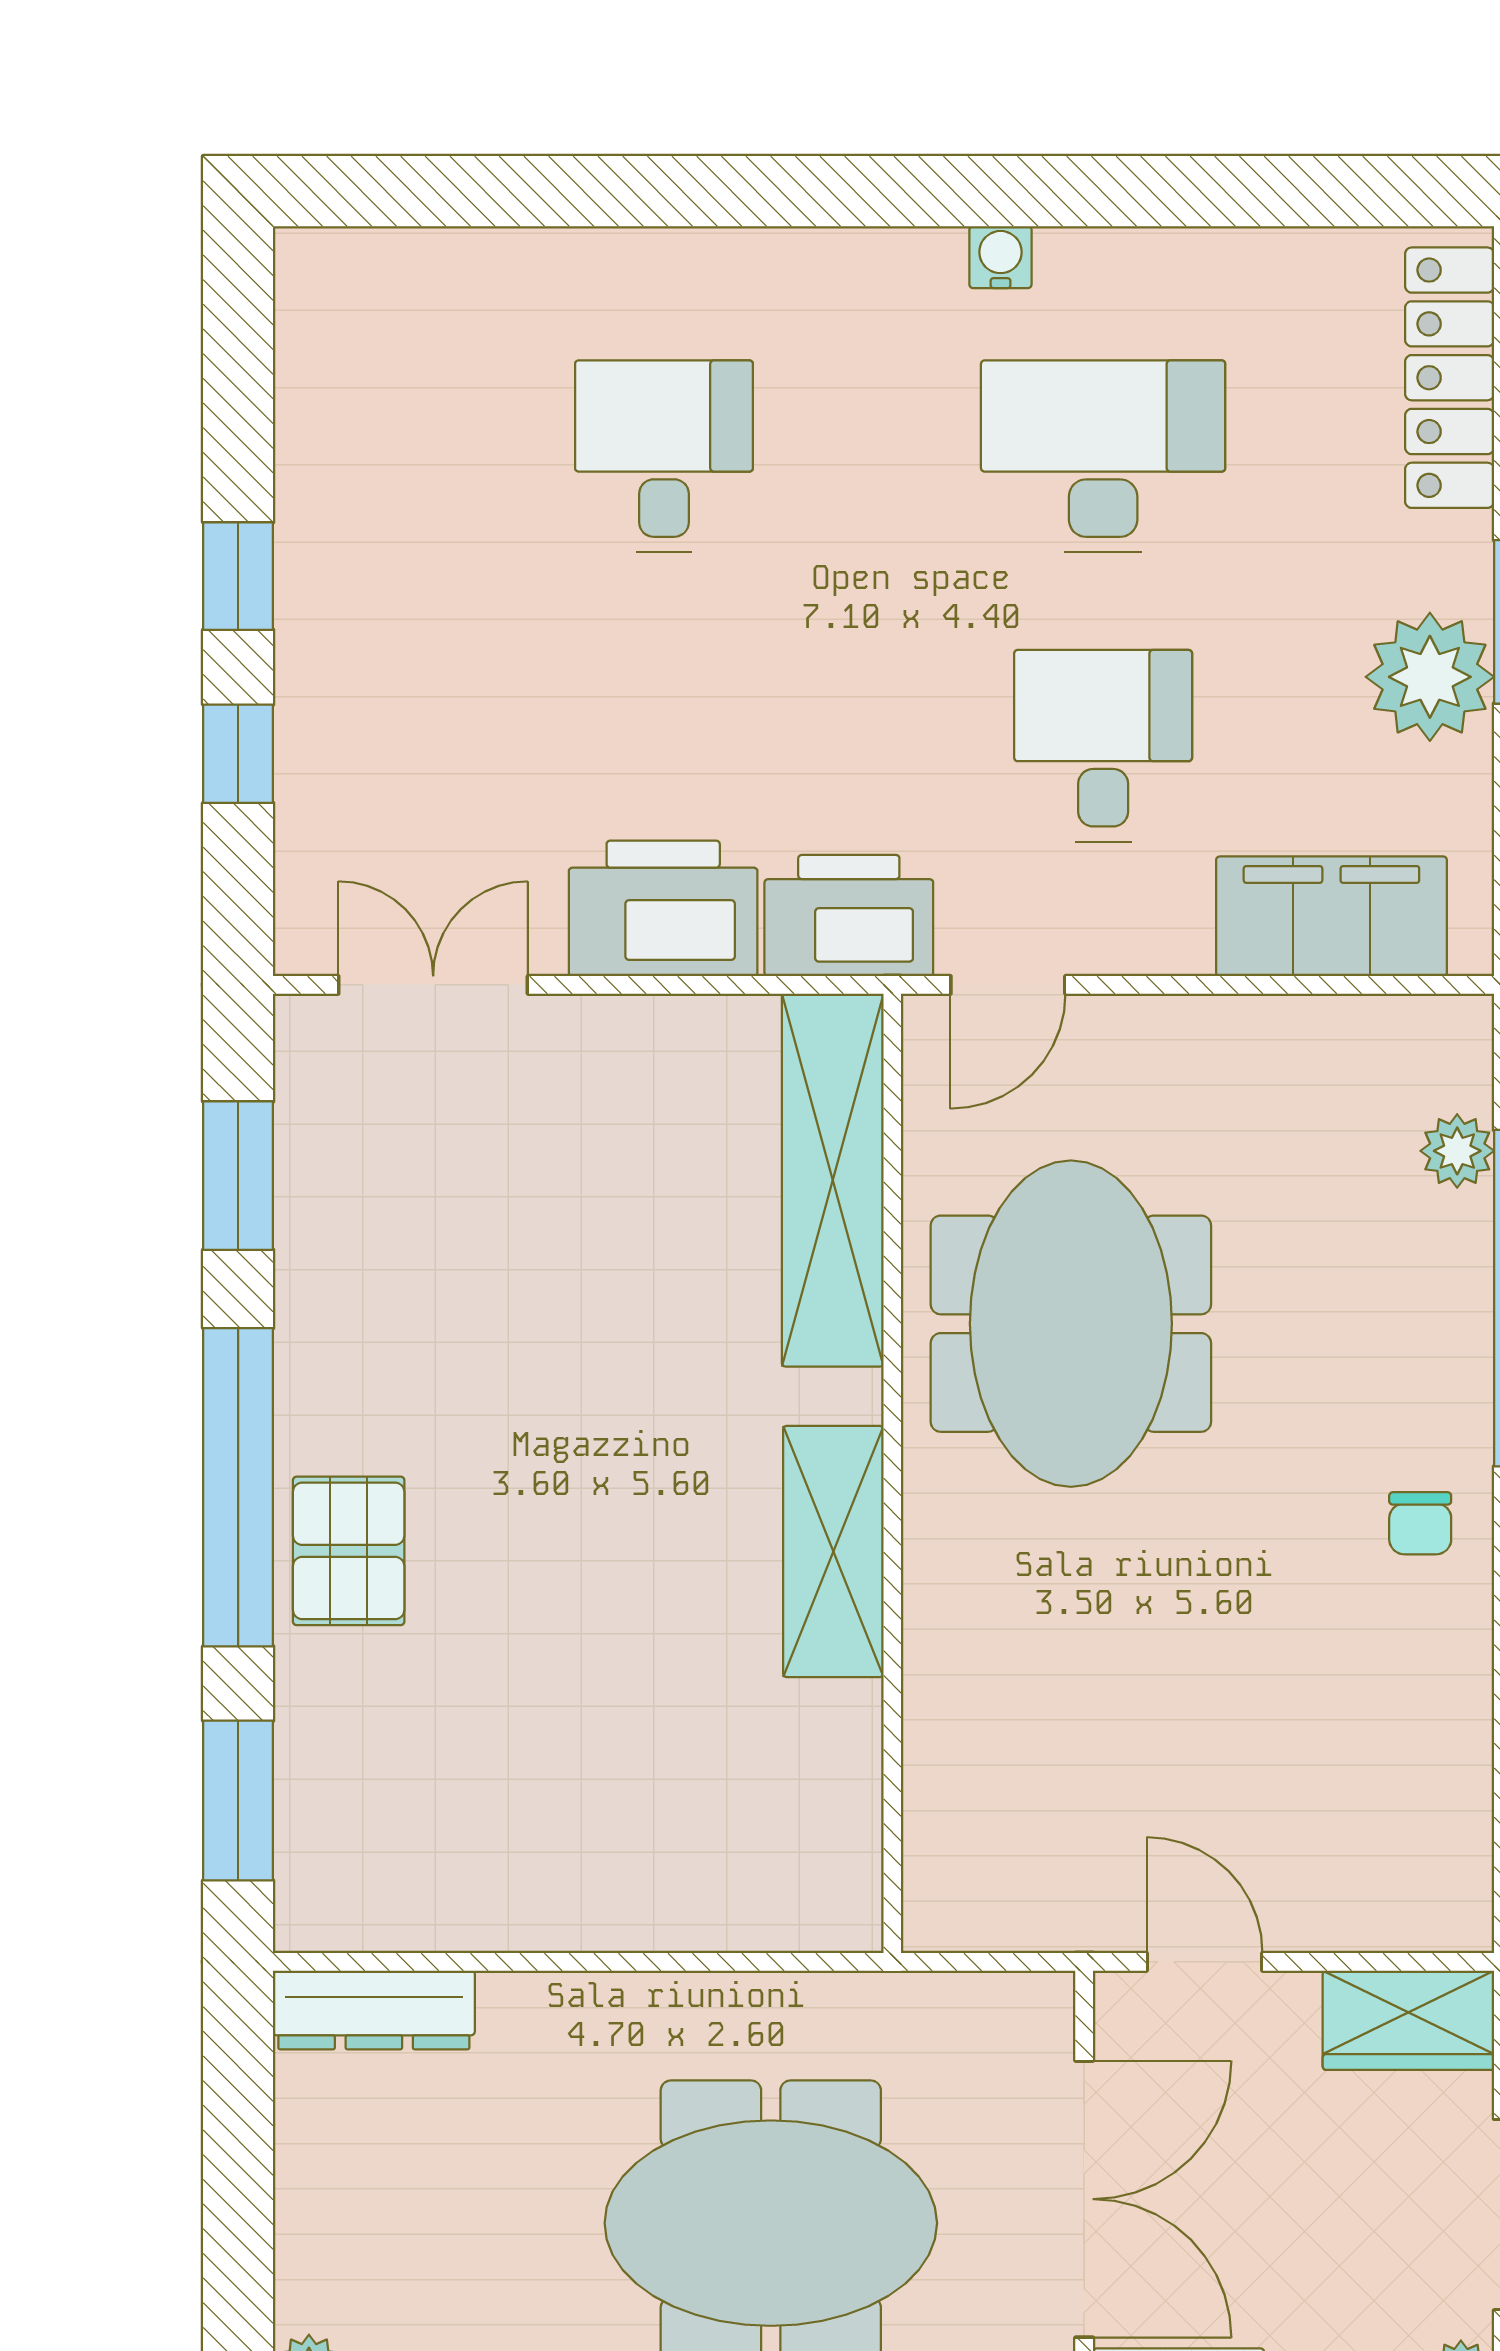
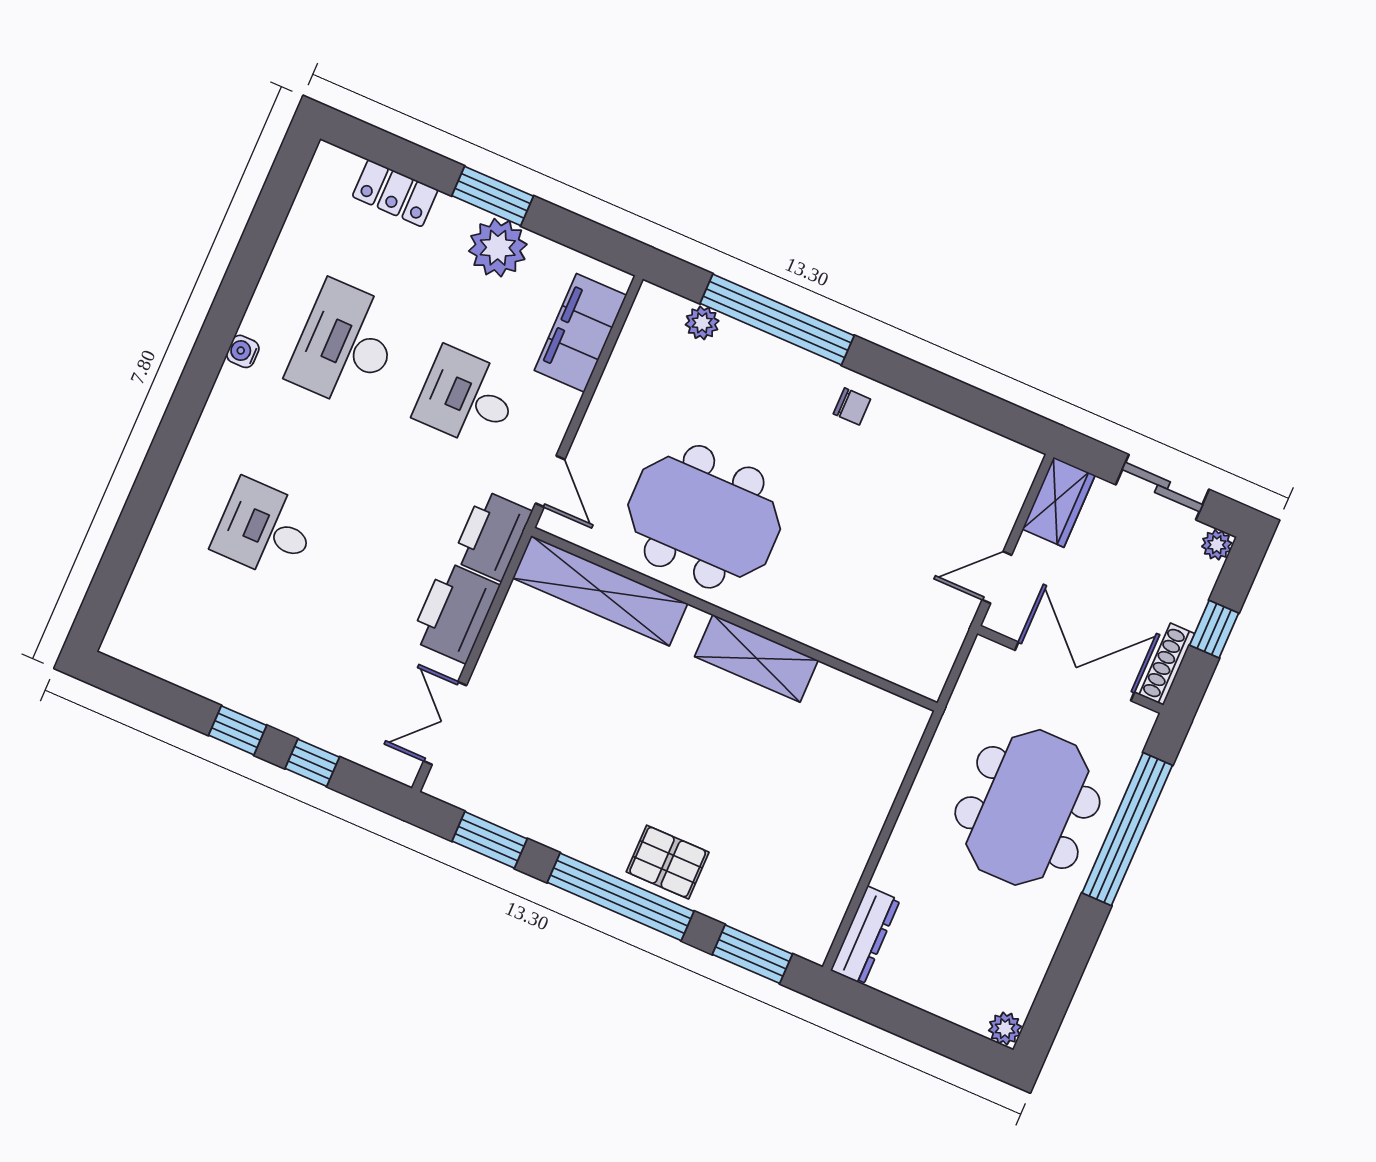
locker: (1450, 378) -> (395, 193), width x0.66

